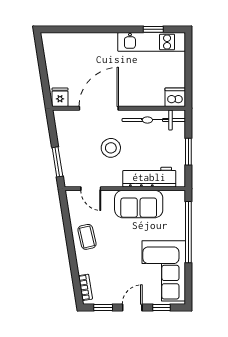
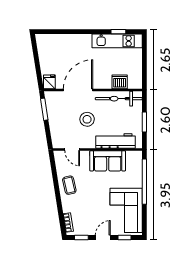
dishwasher: (175, 97) -> (120, 82), moved
window: (57, 162) -> (44, 109), moved

